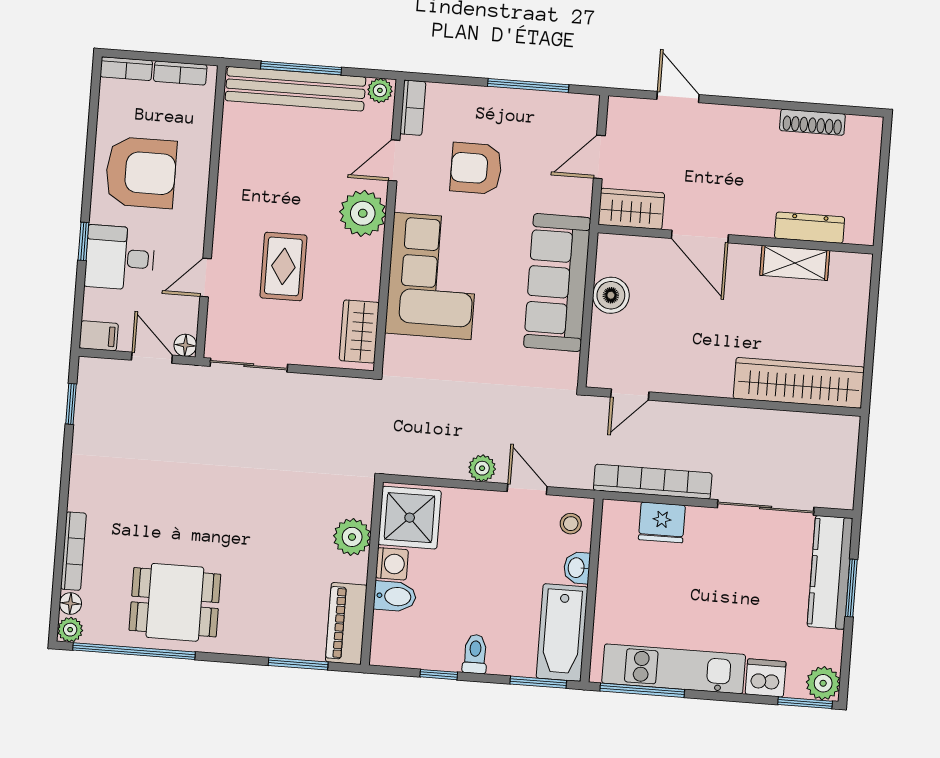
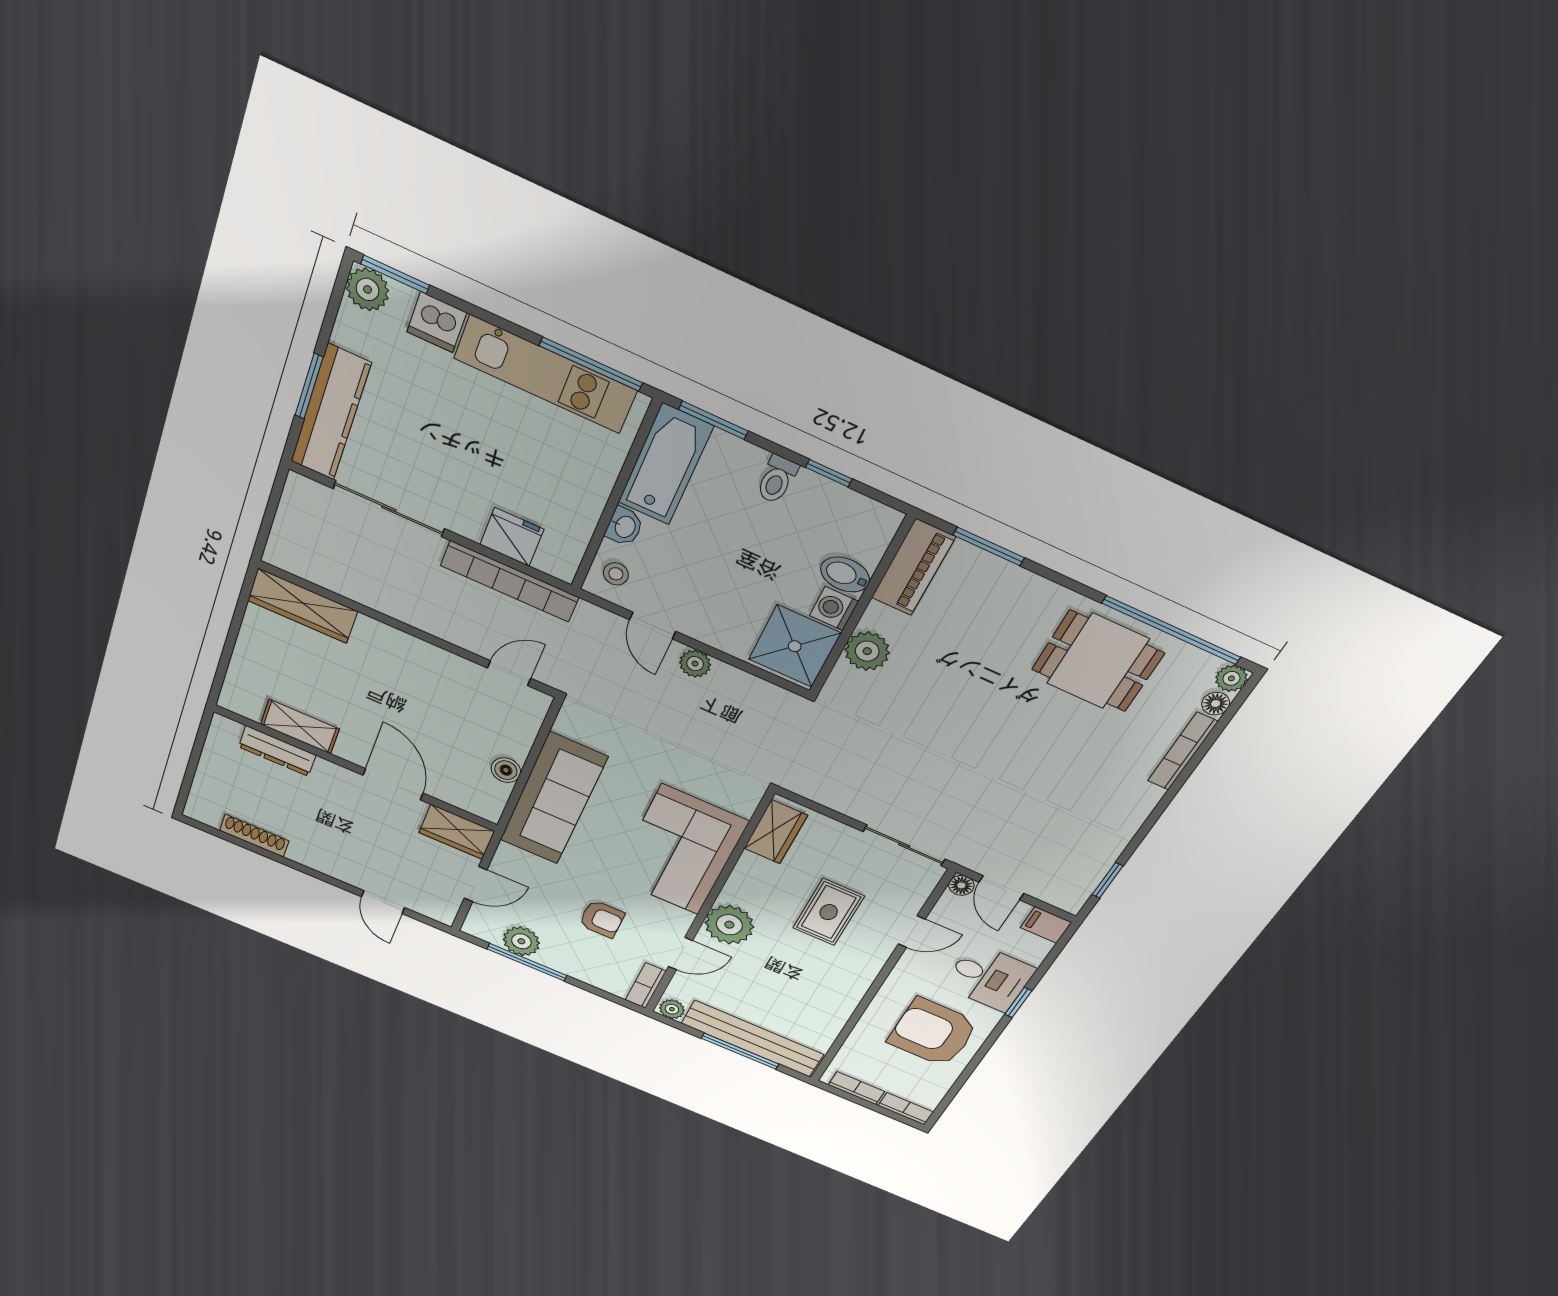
plant: (540, 109) -> (521, 941), added
armchair: (476, 168) -> (602, 919), width x0.72, depth x0.72
boiler: (611, 295) -> (506, 770), width x0.73, depth x0.73
wardrobe: (799, 383) -> (303, 606), width x0.71, depth x0.85

